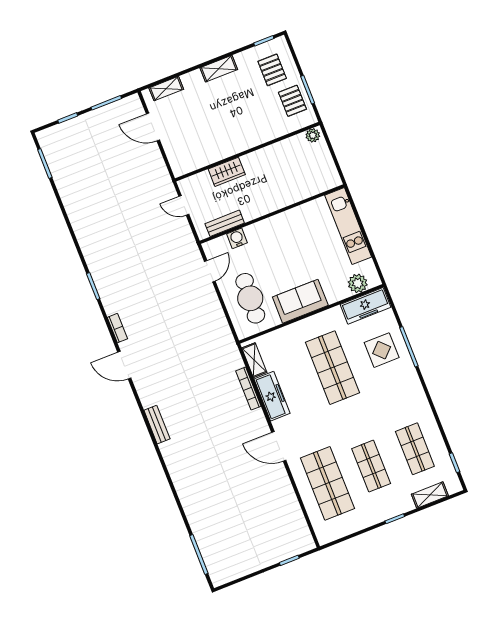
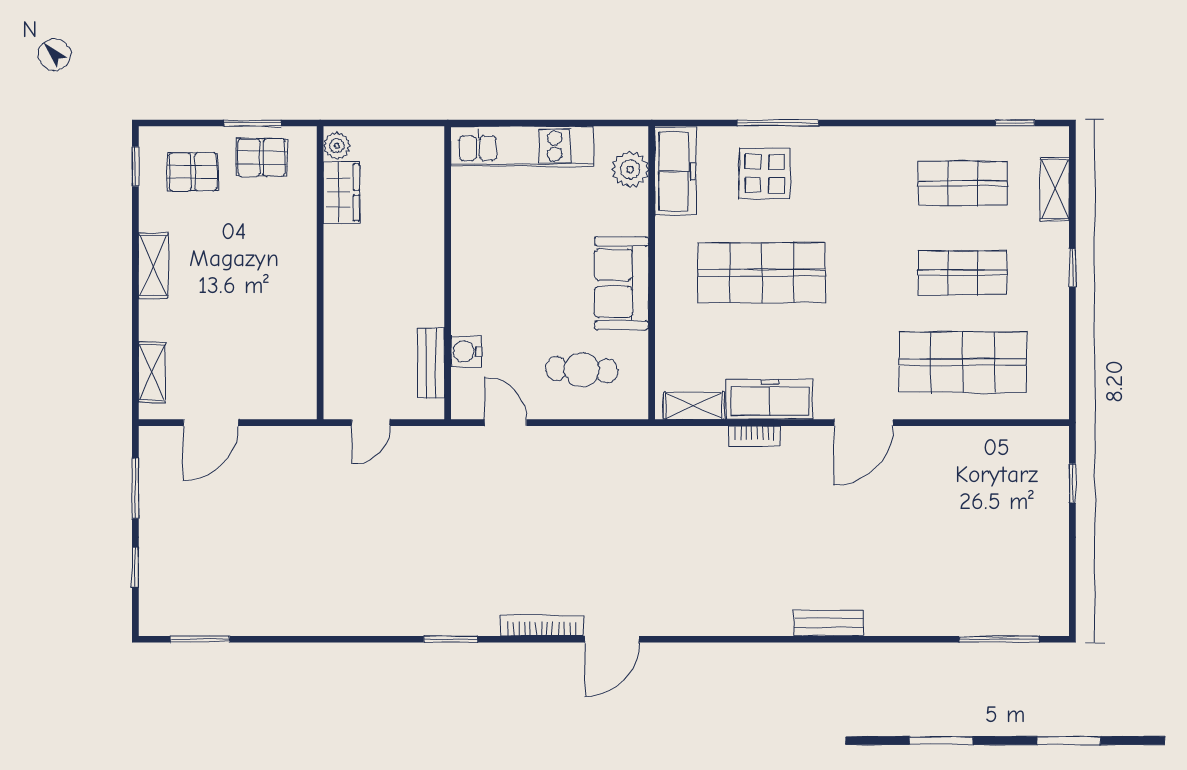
wardrobe: (227, 172) -> (341, 193), moved
cafe table: (250, 298) -> (582, 370), width x0.73, depth x0.74
bookcase: (117, 328) -> (542, 626), width x1.56
bookcase: (248, 389) -> (754, 436), width x0.64
bench: (157, 425) -> (829, 623), moved

